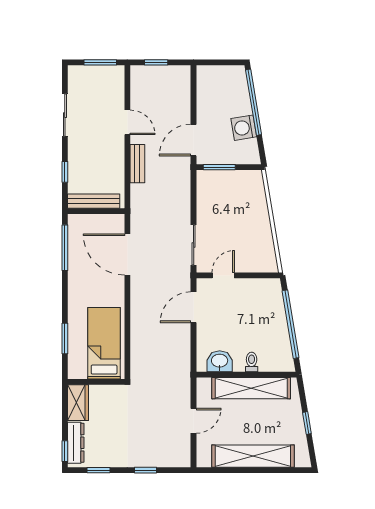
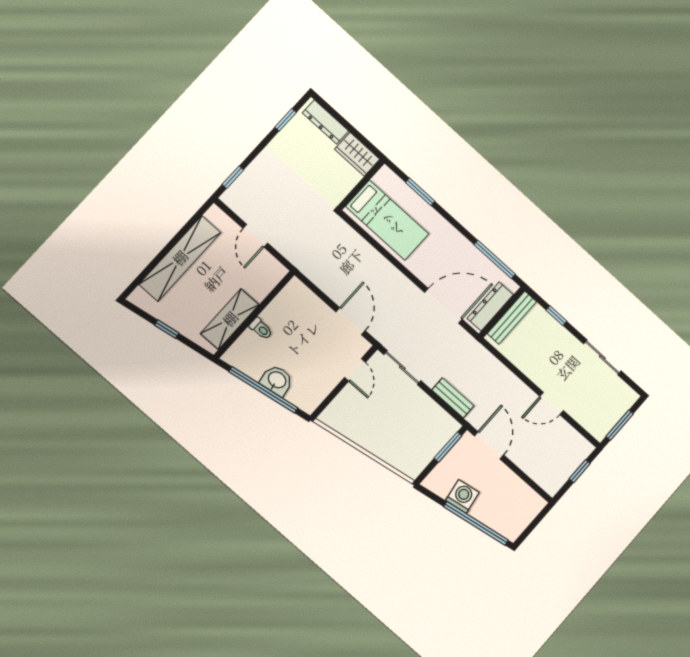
bench: (137, 164) -> (453, 398), moved
dresser: (99, 223) -> (490, 306), added
washbasin: (220, 361) -> (277, 380), moved, turned -99
shelving: (251, 388) -> (230, 319), width x0.68
window: (65, 451) -> (327, 107), removed
window: (146, 470) -> (233, 177), moved

